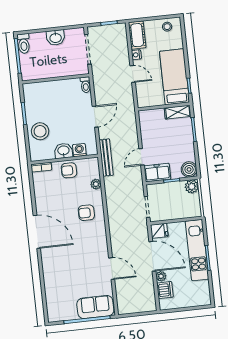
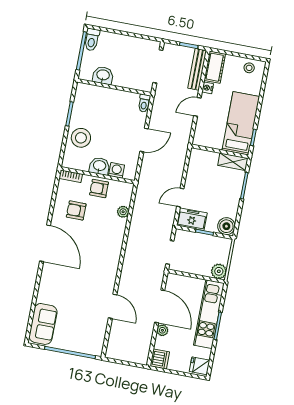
washbasin: (56, 38) -> (103, 75), moved, turned 180
door: (133, 74) -> (197, 107), swing flipped
bench: (106, 158) -> (197, 69), moved
plant: (192, 187) -> (219, 271), moved
armchair: (86, 213) -> (76, 210), moved
fridge: (159, 231) -> (200, 366), moved, turned 180
dishwasher: (165, 290) -> (160, 359), moved
sofa: (95, 307) -> (43, 324), moved, turned 90

